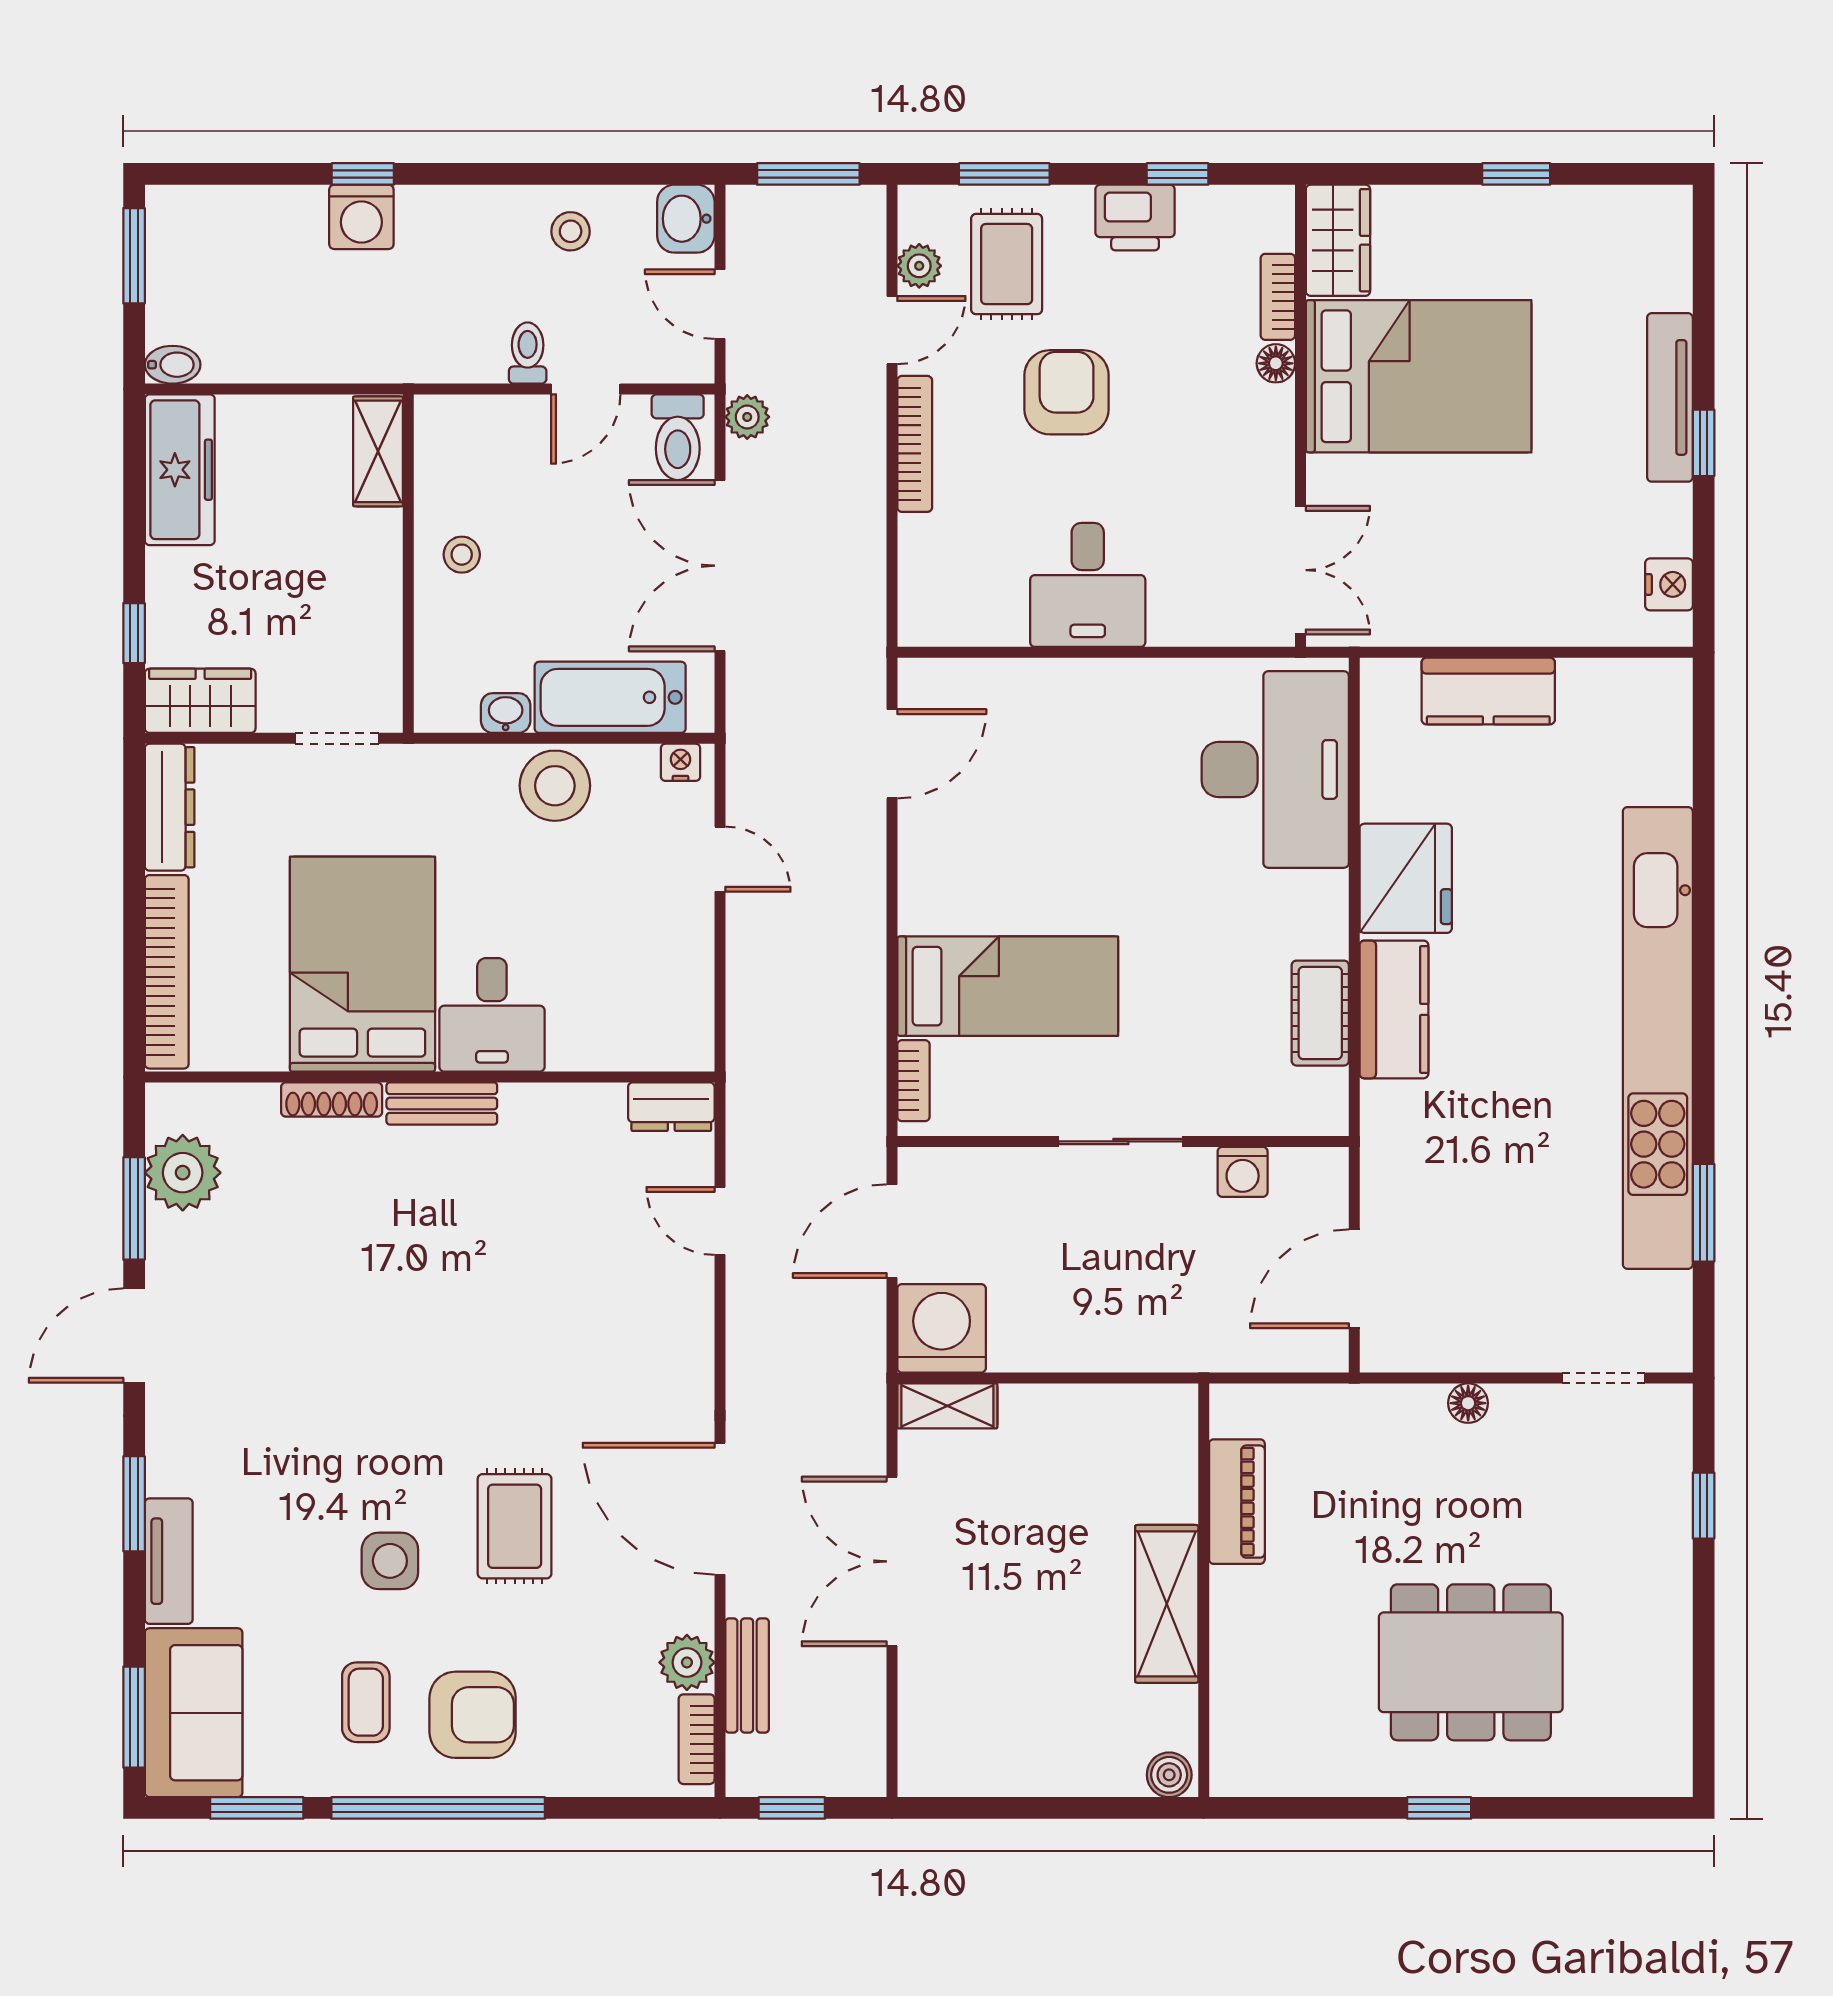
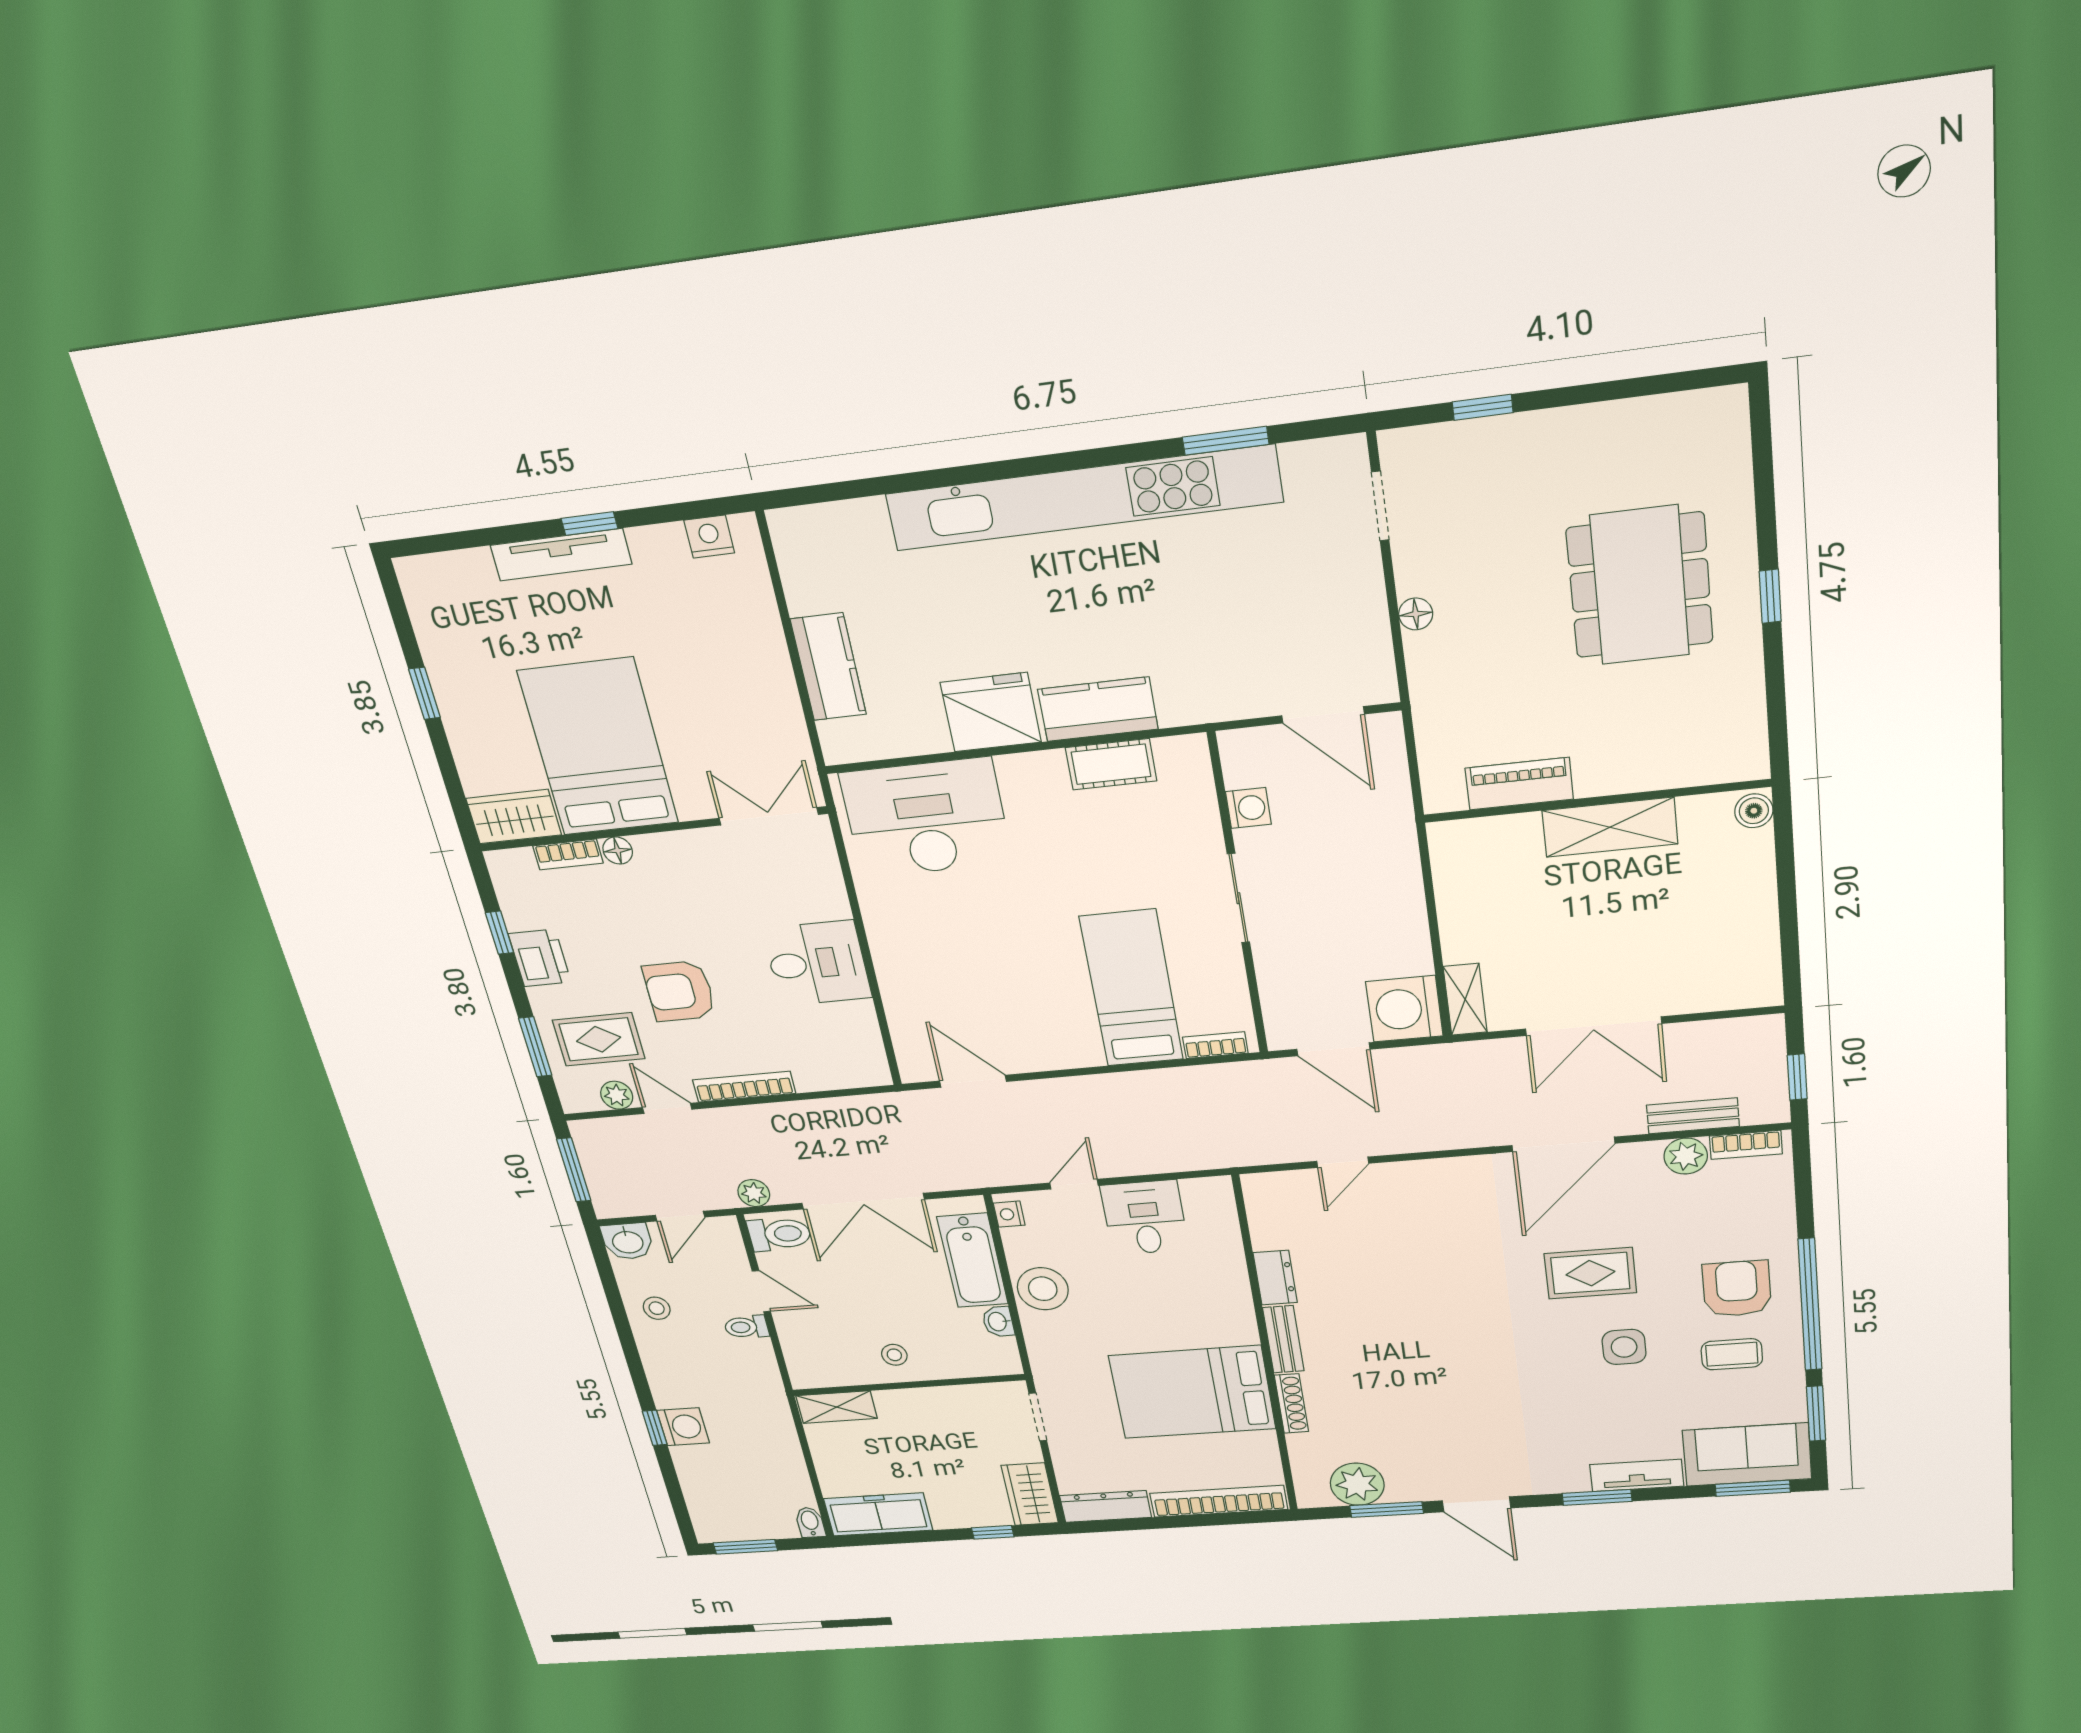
desk: (492, 1015) -> (1145, 1218), moved, turned -90
dresser: (671, 1107) -> (1275, 1278), moved

